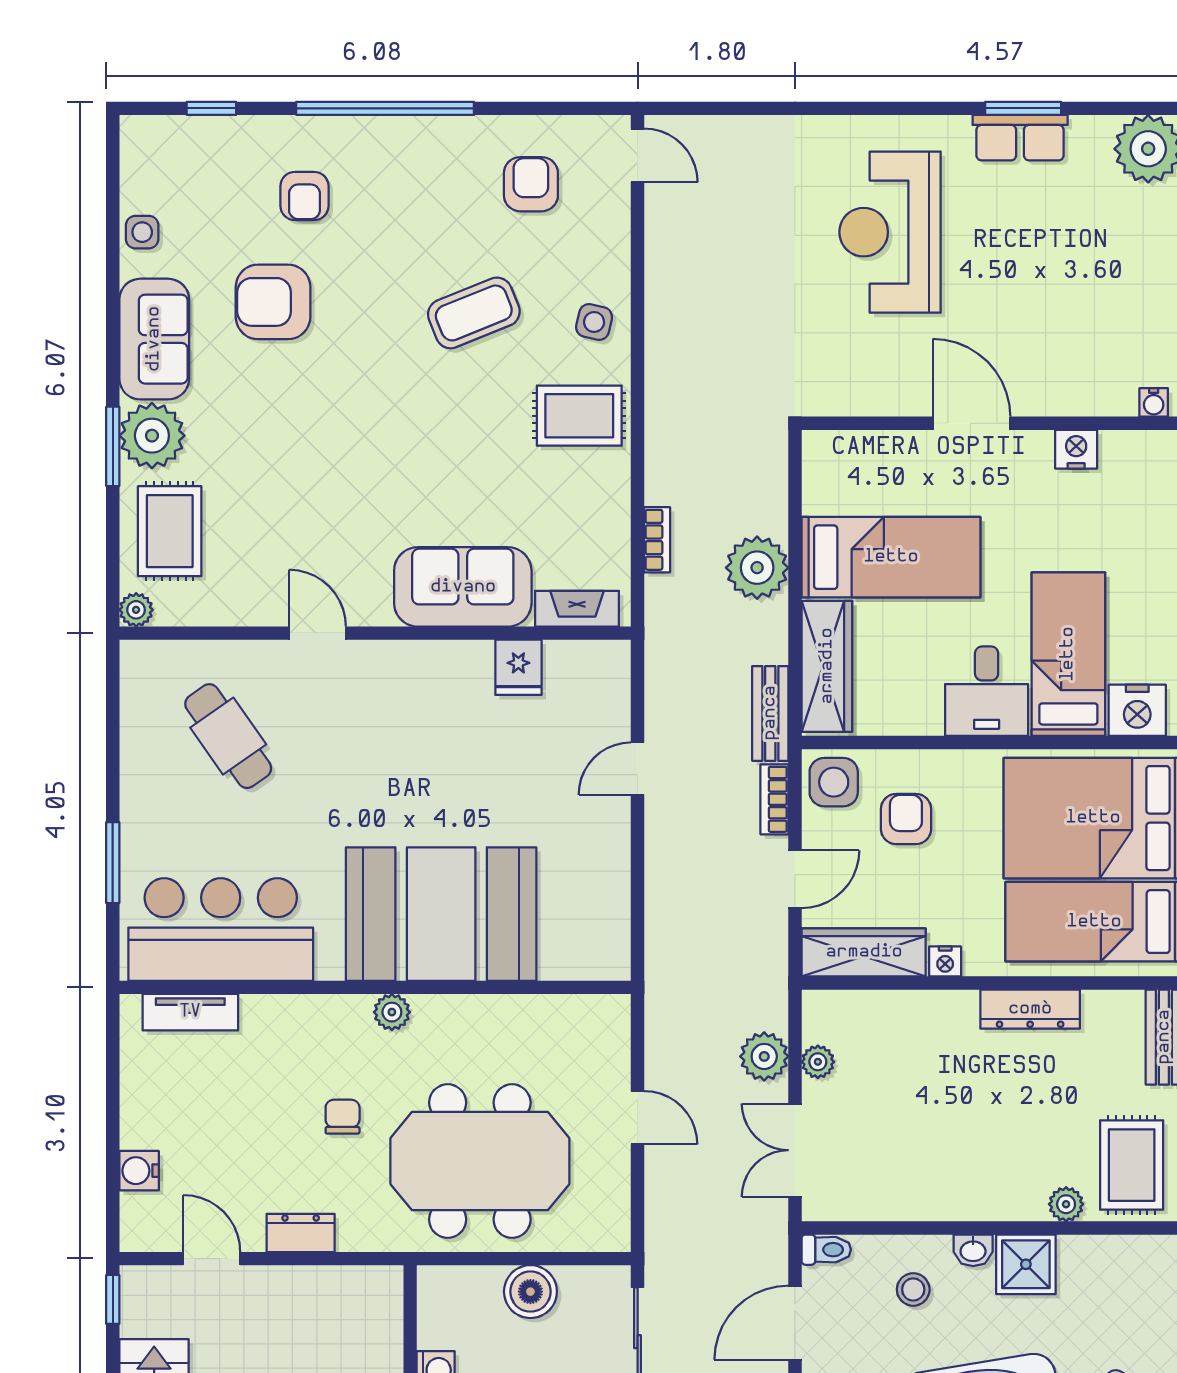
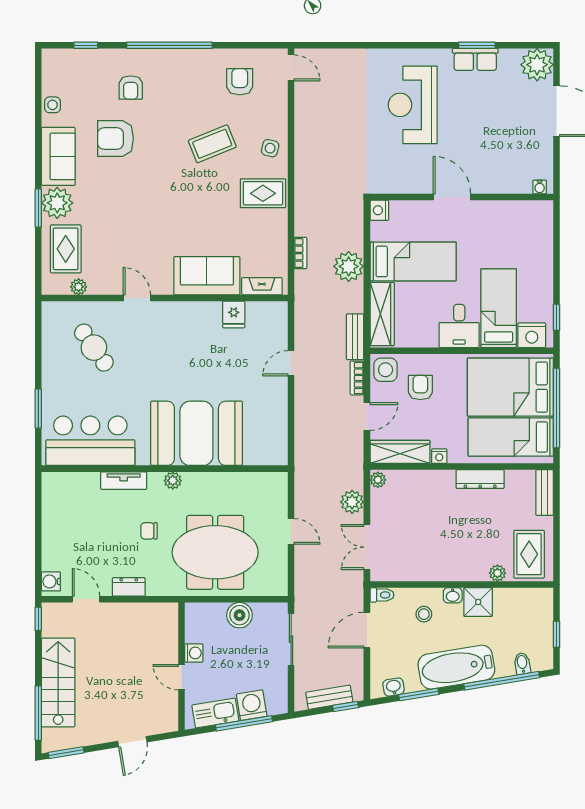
nightstand: (1076, 449) -> (379, 210), moved, turned -90
plant: (136, 610) -> (79, 287), moved
tv unit: (190, 1012) -> (124, 481), moved
plant: (818, 1062) -> (378, 480), moved
chair: (343, 1117) -> (149, 531), turned -90
water cooler: (139, 1171) -> (51, 581), moved

